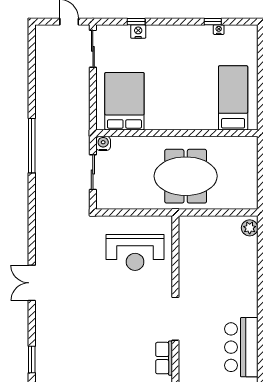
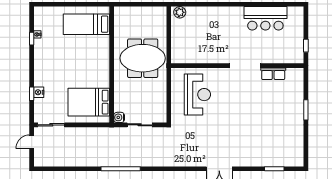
meeting table: (186, 176) -> (143, 58), turned 90

